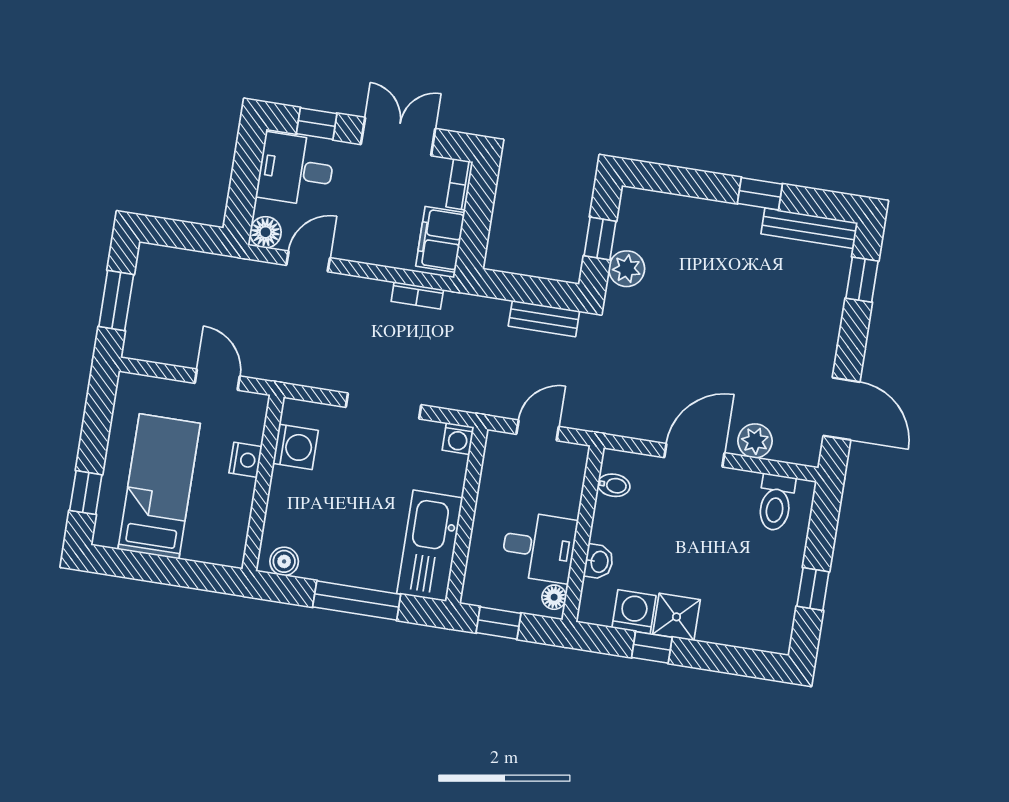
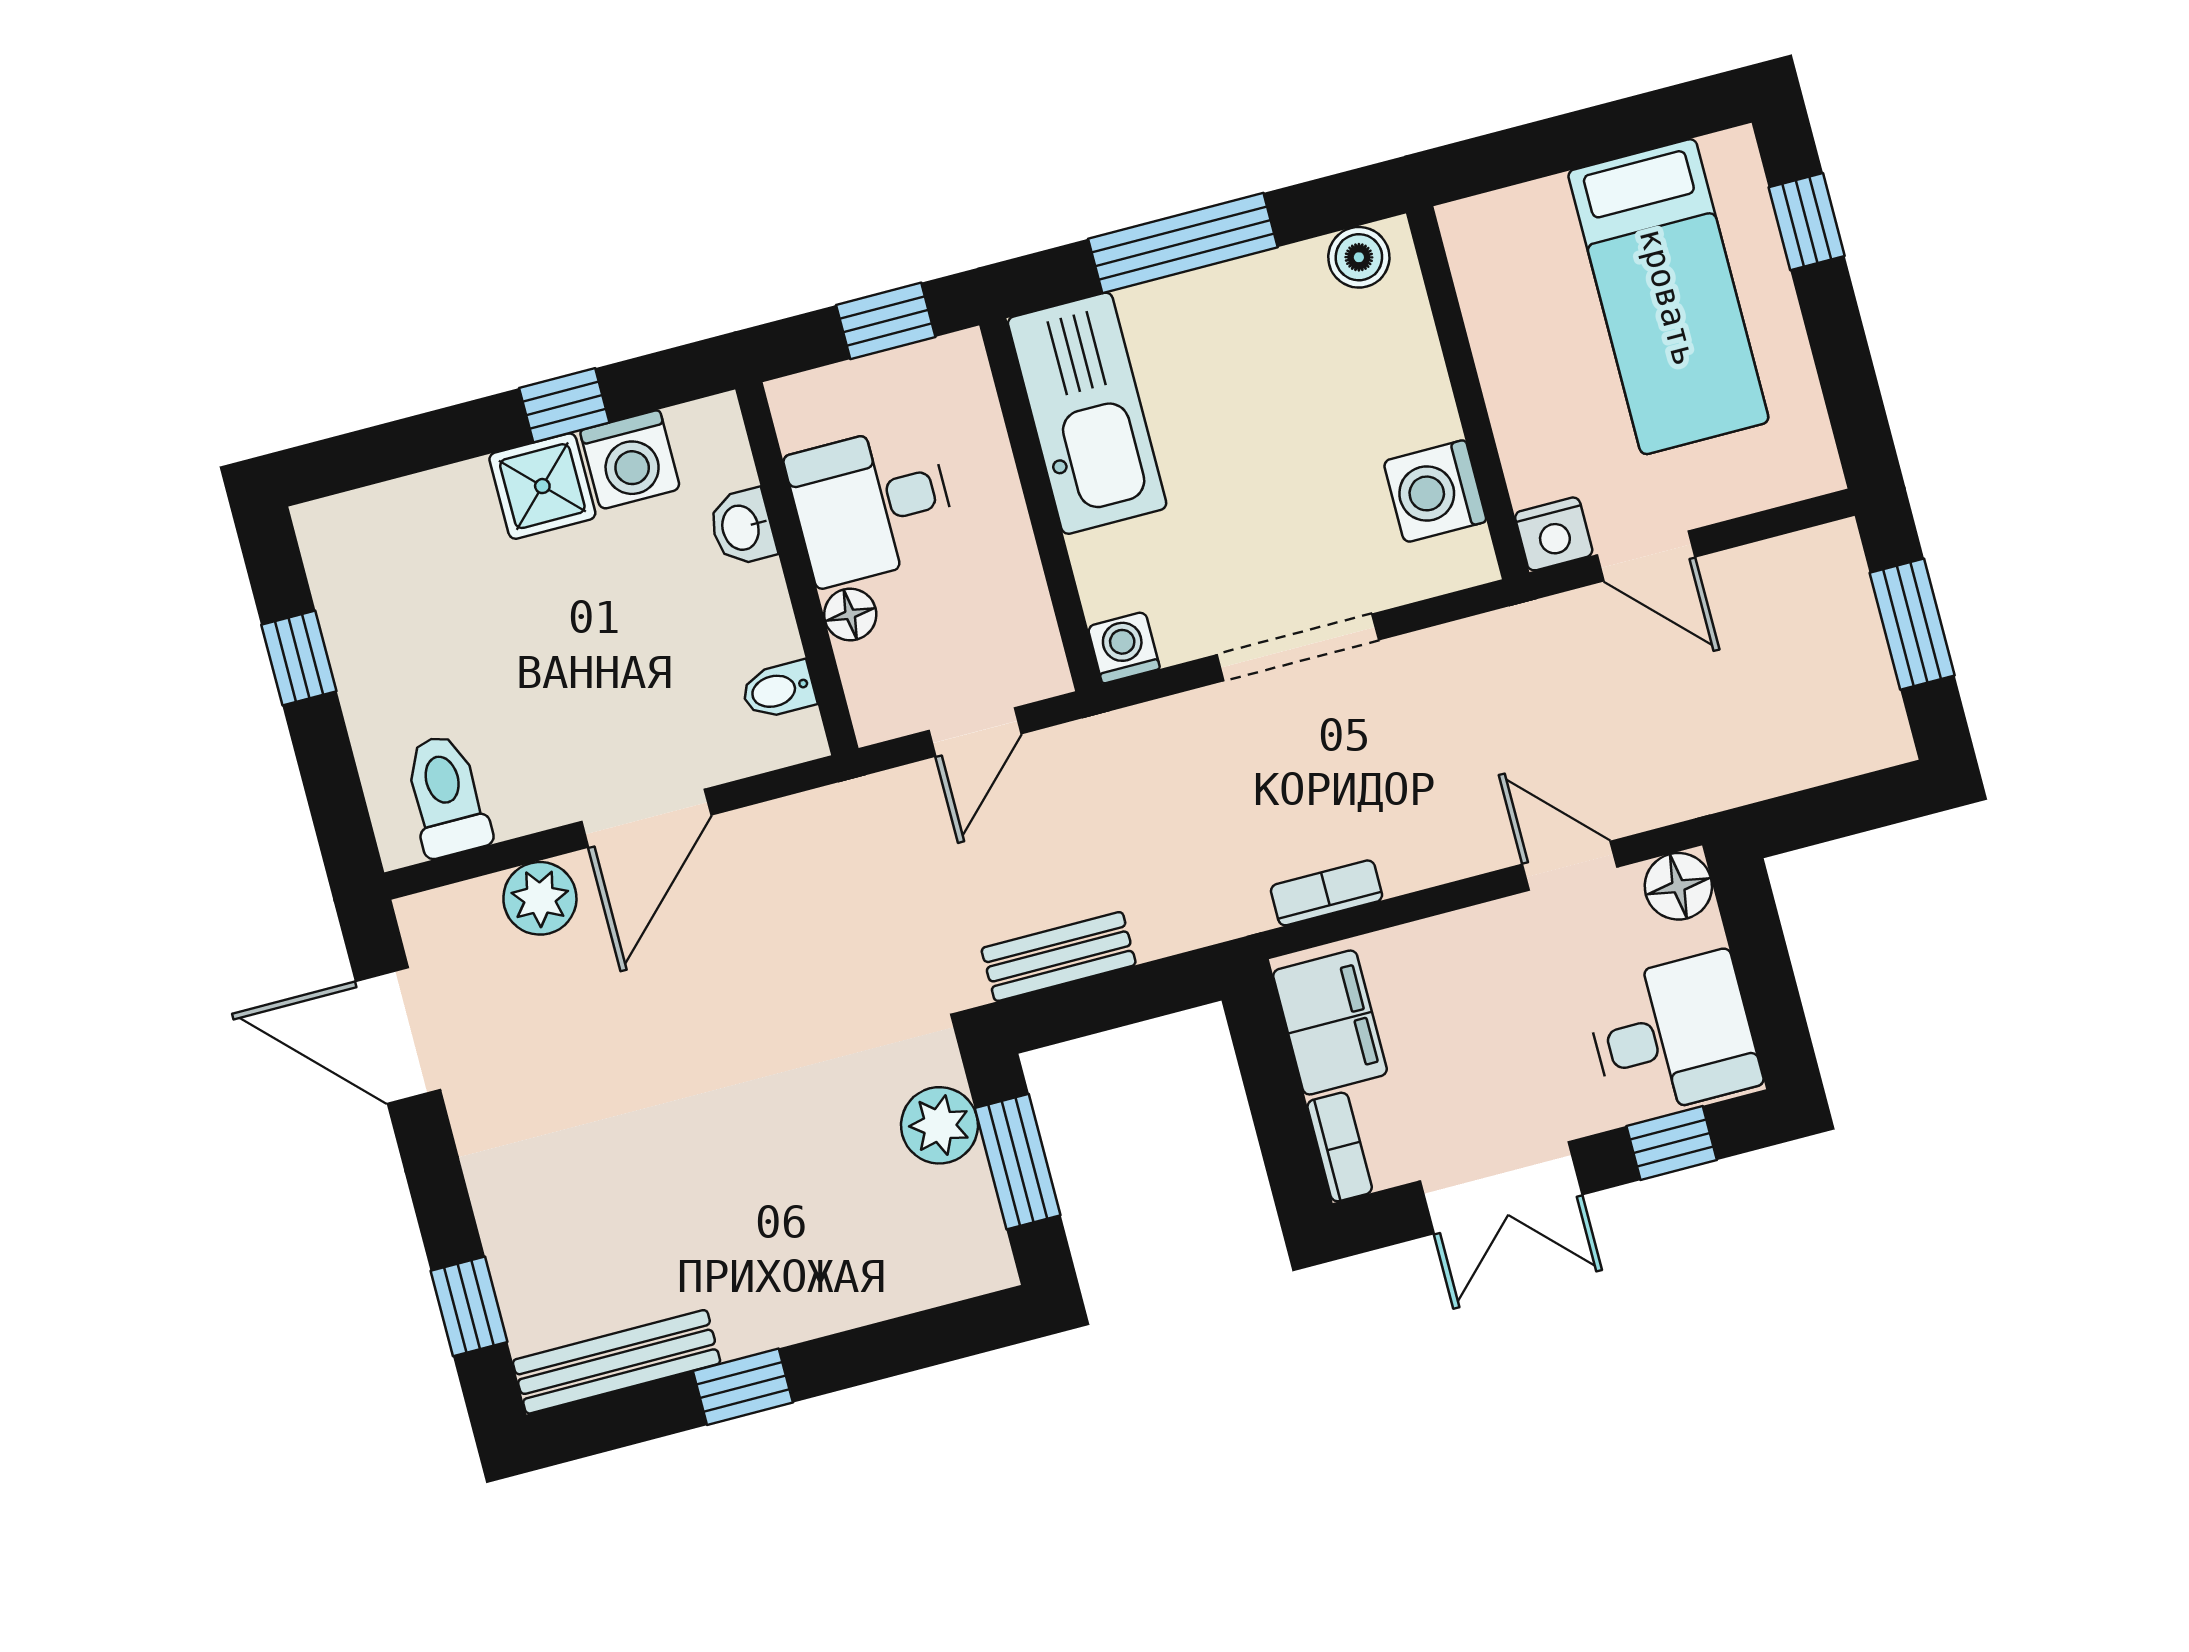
window: (600, 239) -> (1018, 1162), width x1.50
door: (308, 261) -> (1570, 866), swing flipped
nightstand: (245, 460) -> (1554, 534), moved, turned -90
floor lamp: (554, 597) -> (850, 614), moved

